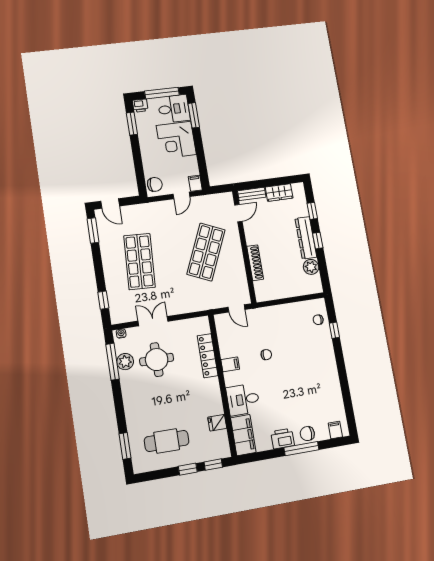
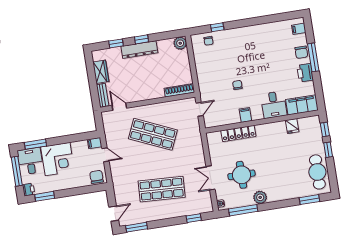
shoe rack: (255, 263) -> (179, 90), moved
plant: (311, 267) -> (180, 43), moved
plant: (125, 362) -> (260, 197), moved
cafe table: (167, 441) -> (317, 172), moved

